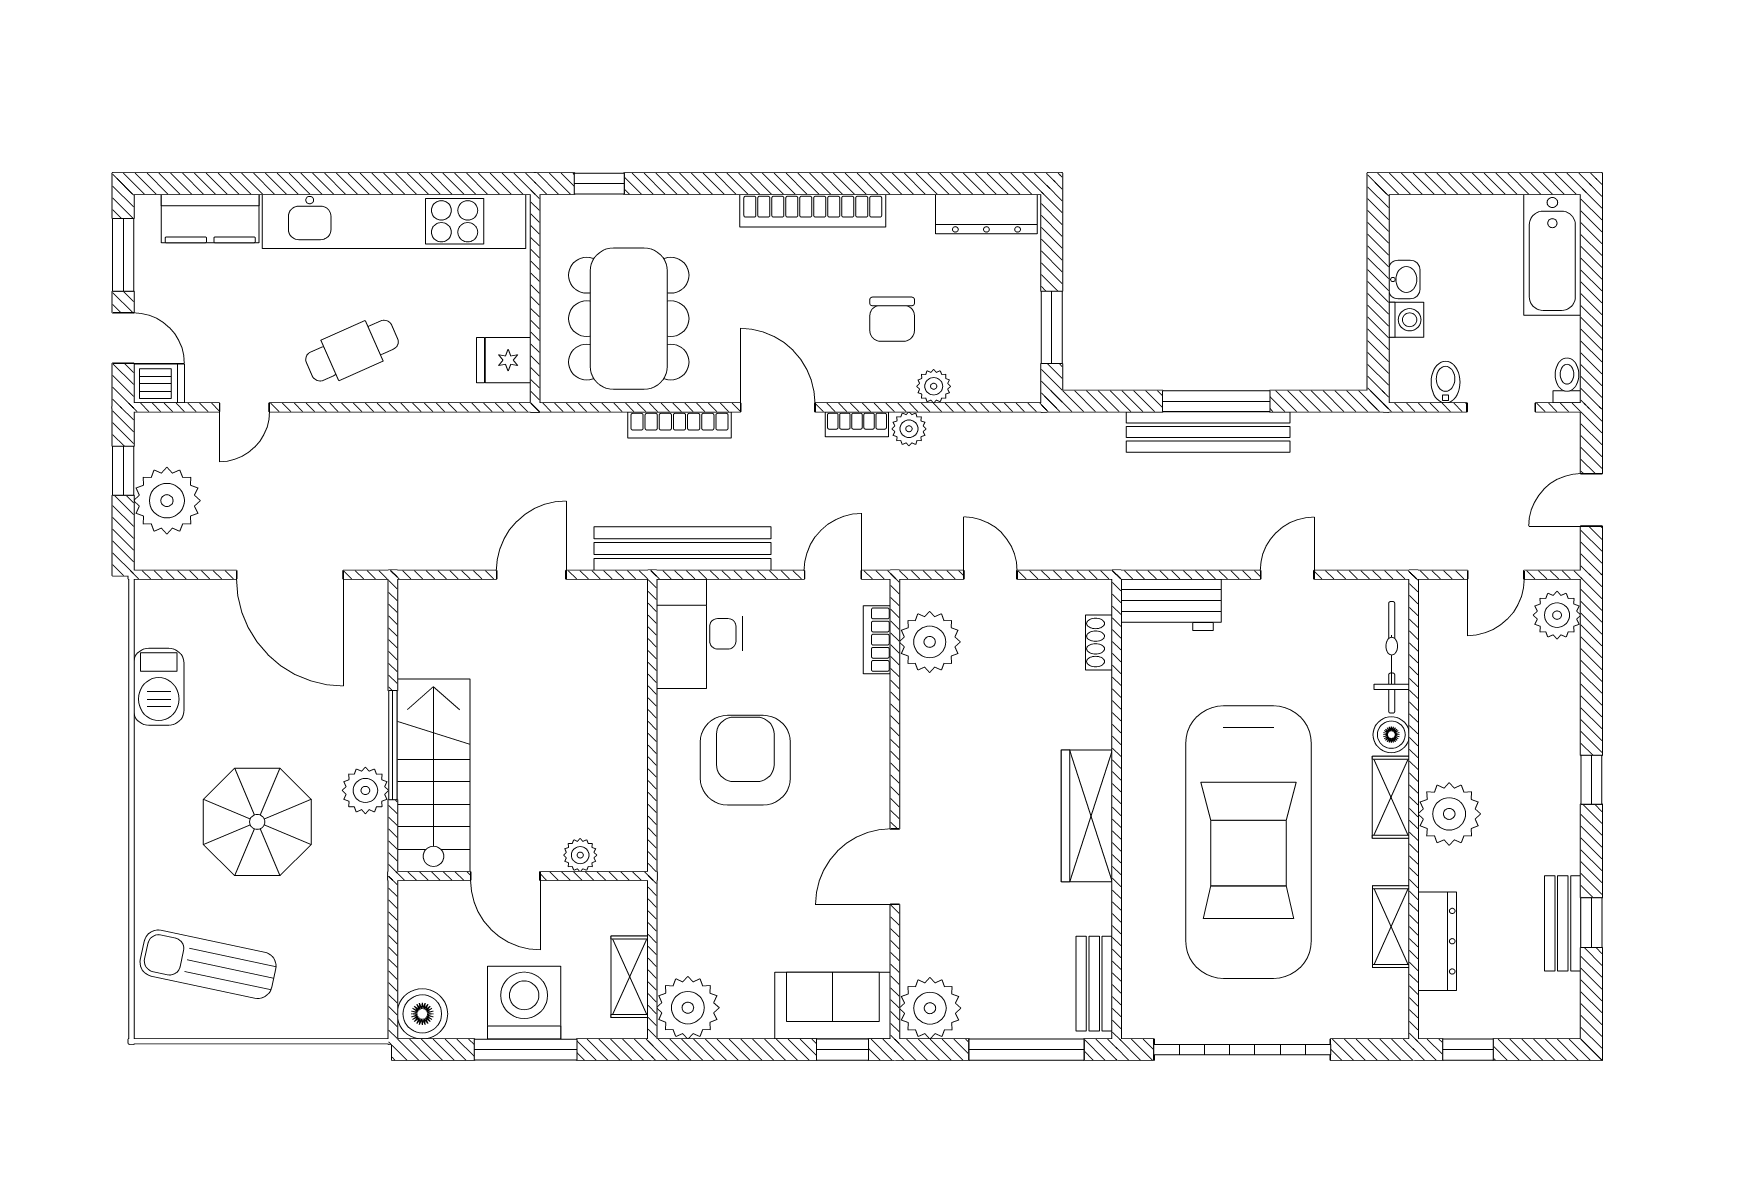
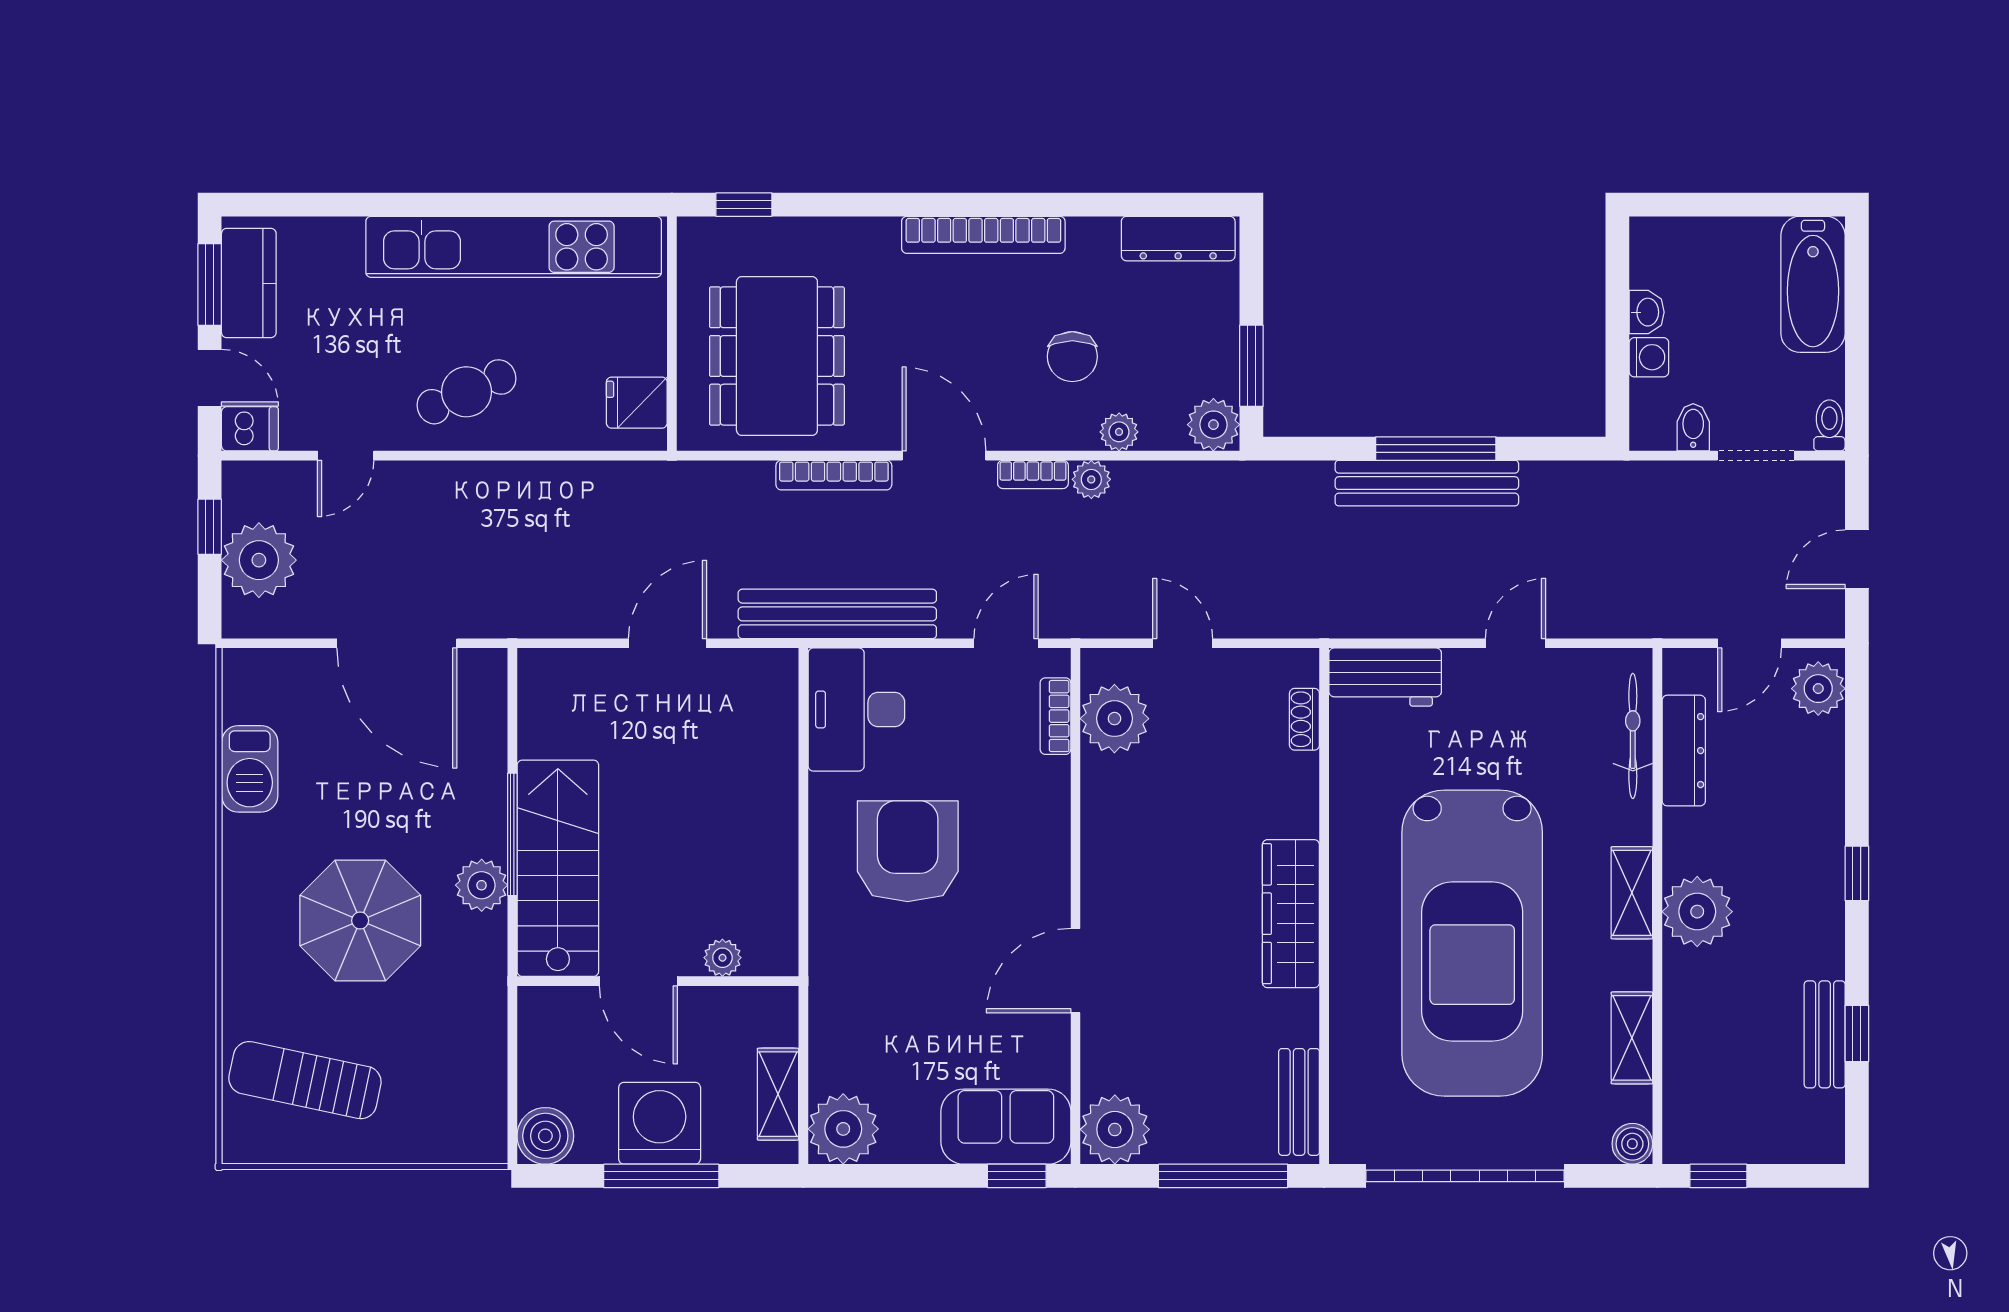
kitchen counter: (210, 218) -> (249, 283), moved, turned -90
plant: (1018, 380) -> (1213, 425), added
boiler: (1391, 735) -> (1632, 1144), moved
dresser: (1437, 941) -> (1684, 751), moved

